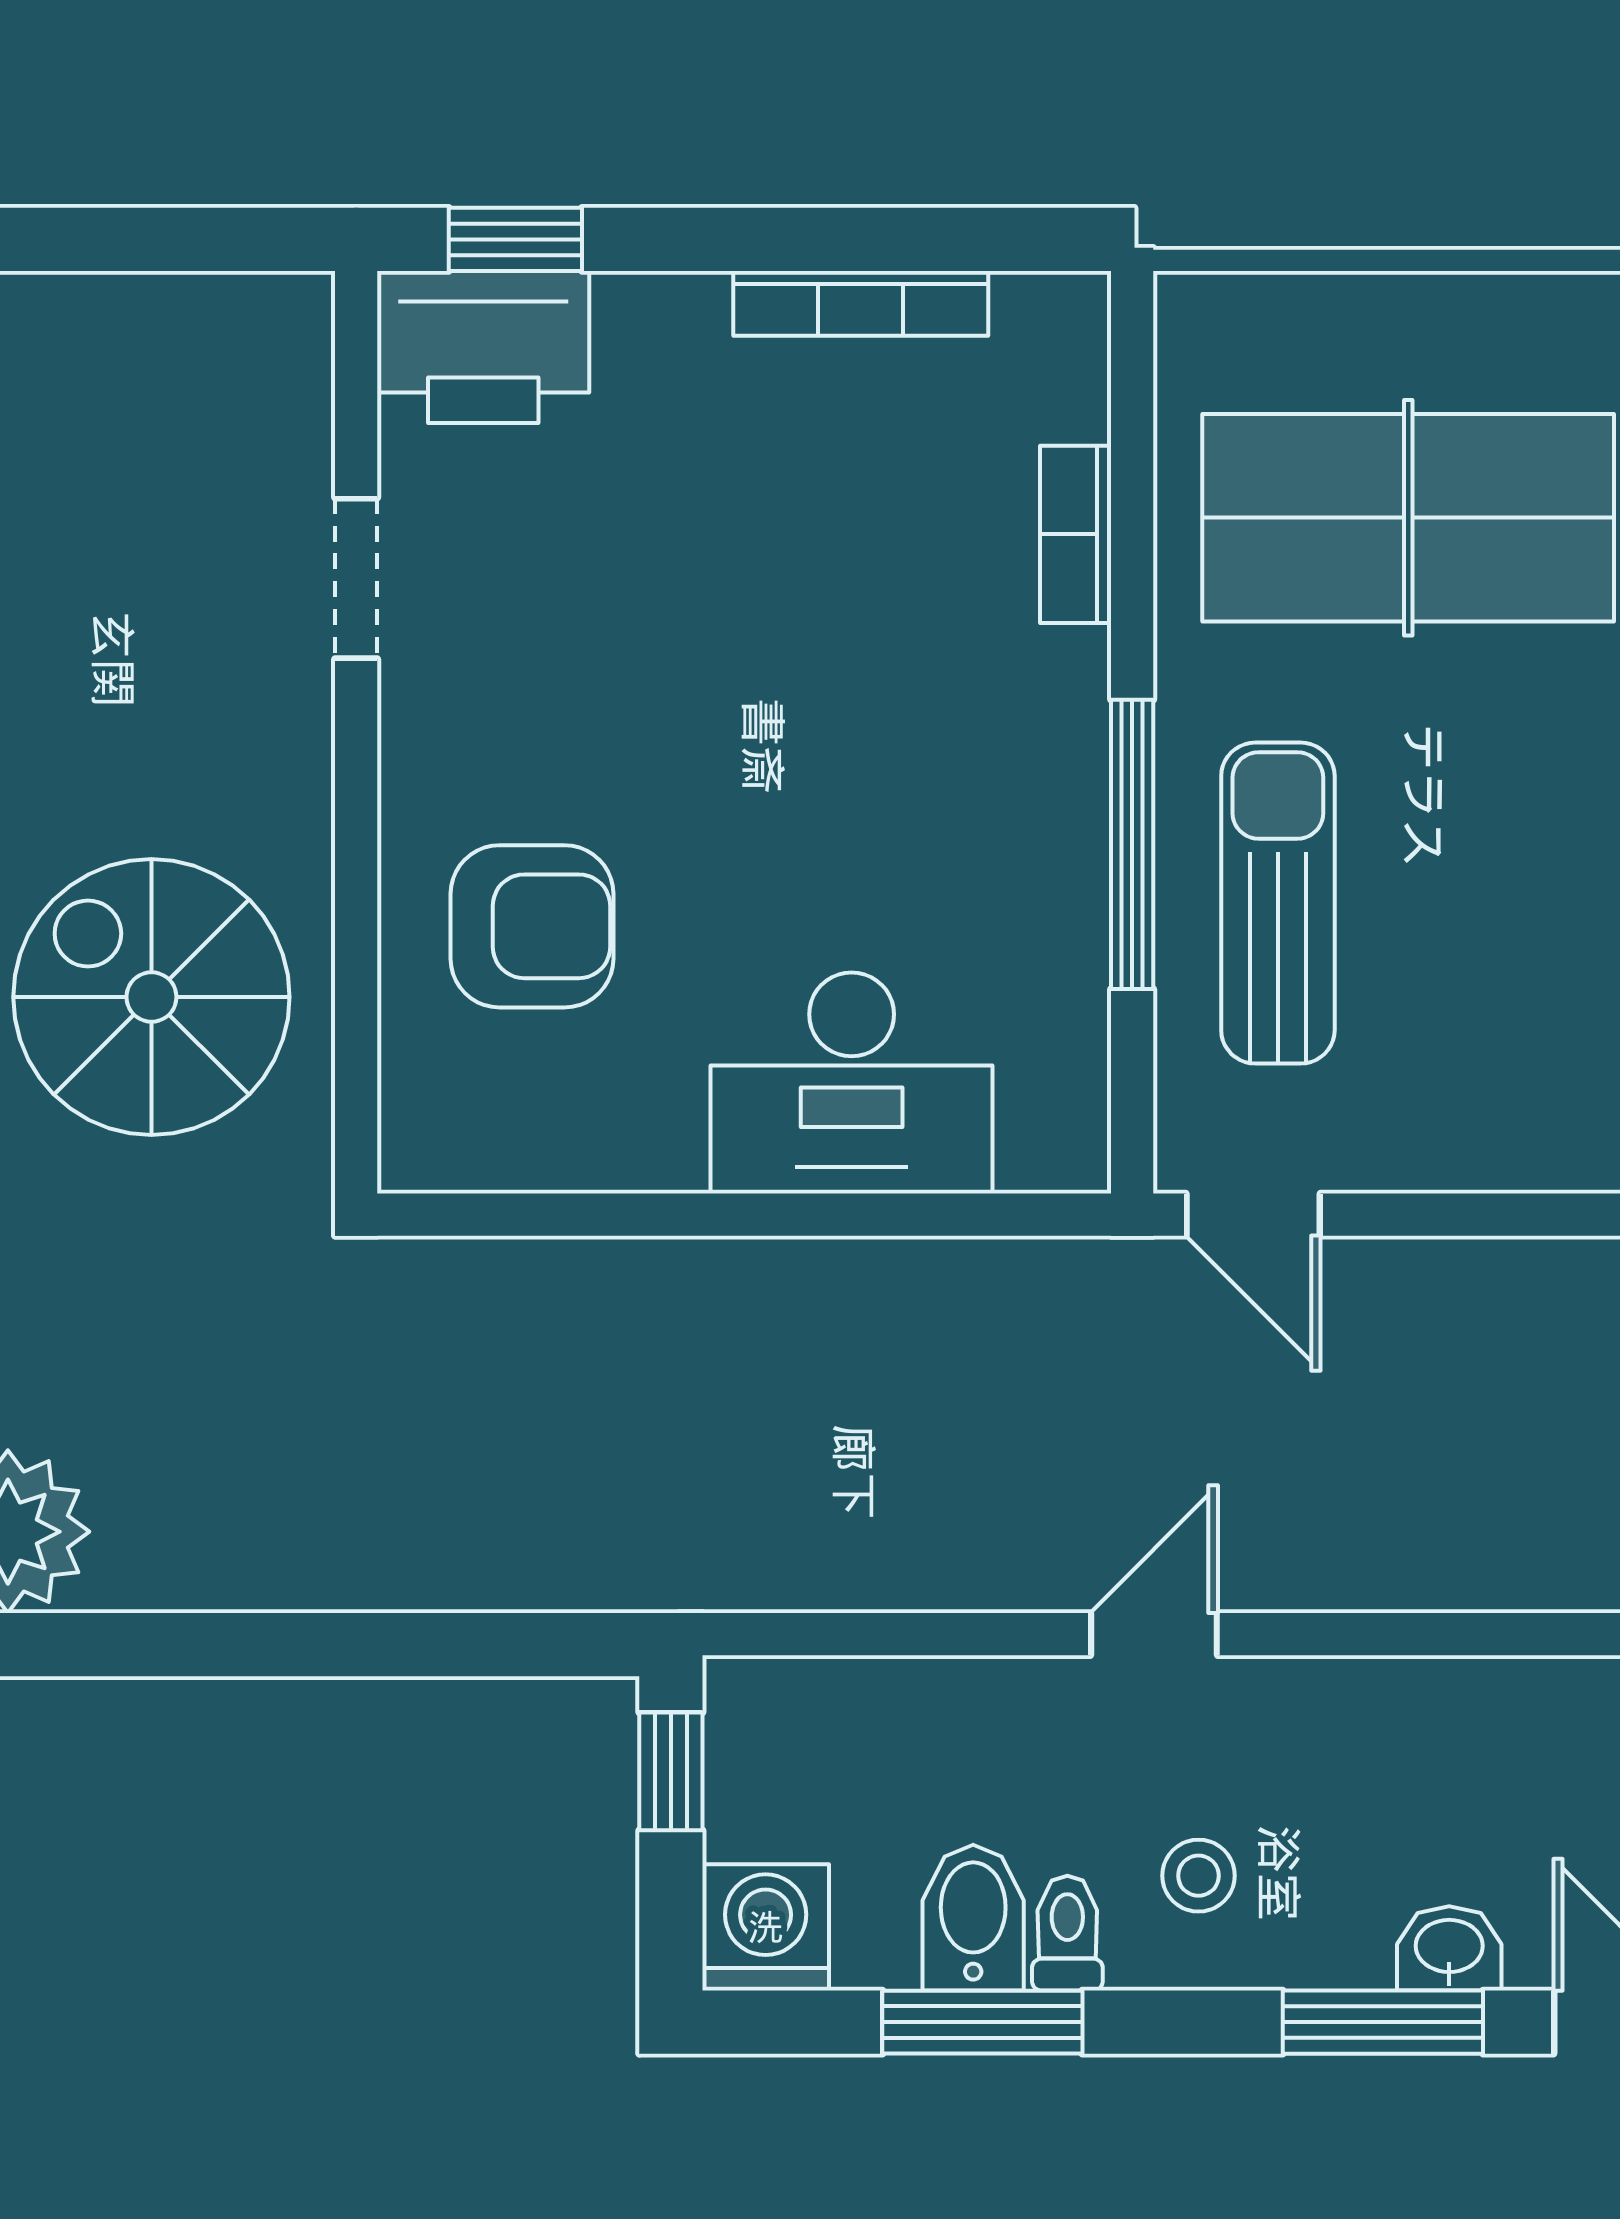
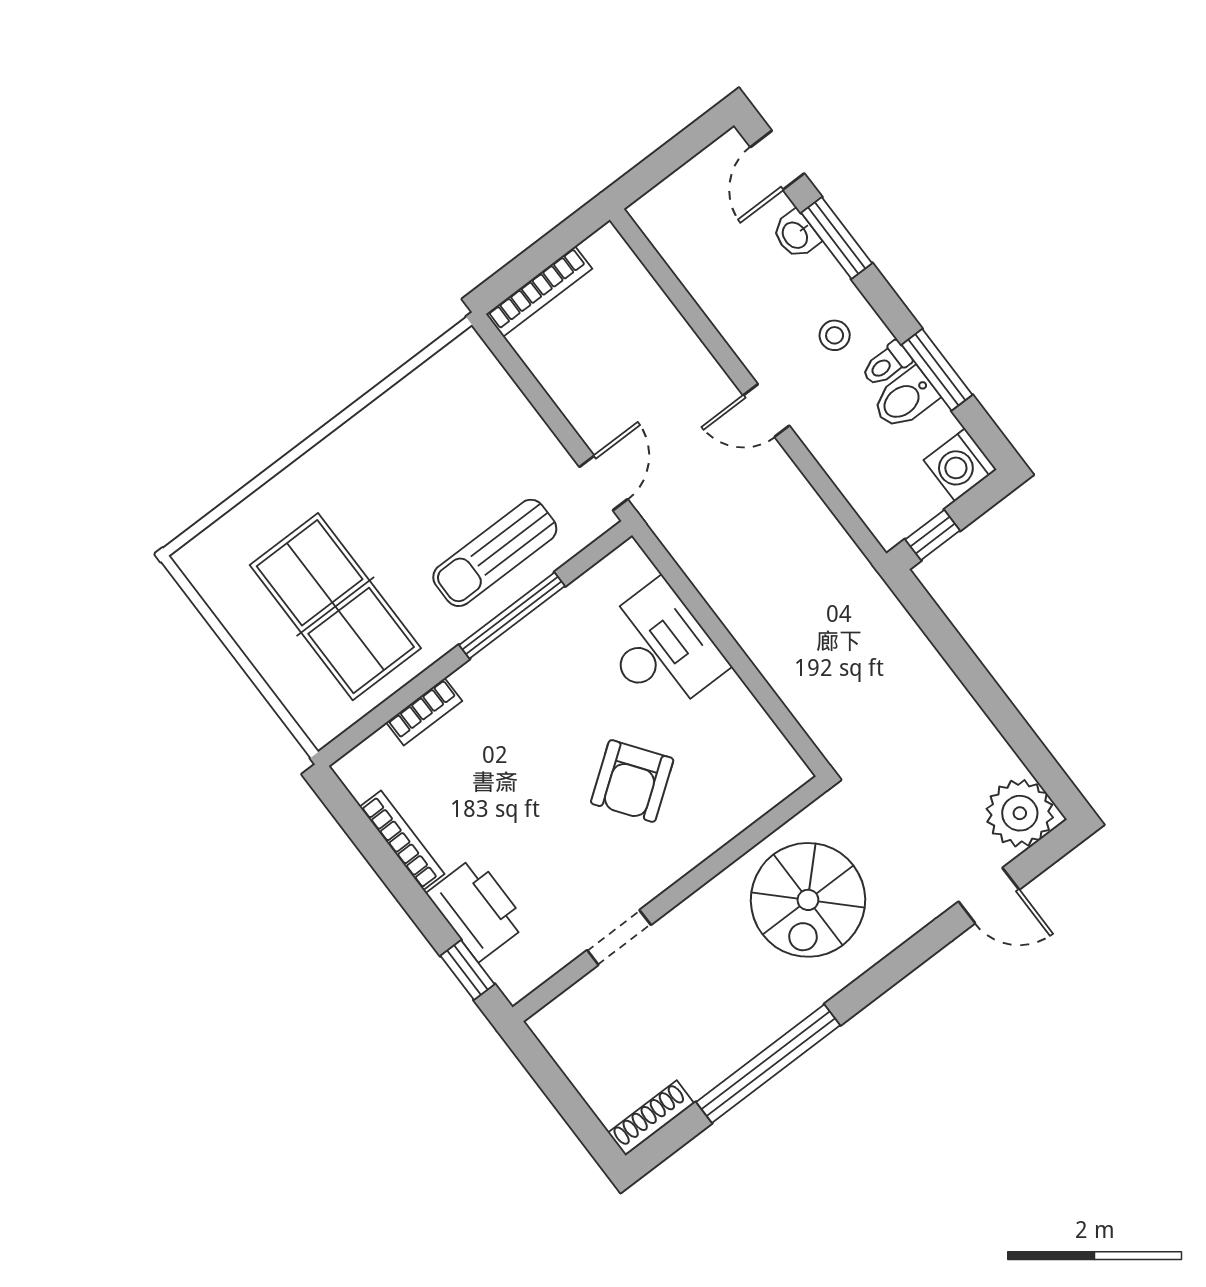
printer: (483, 347) -> (477, 909), moved
armchair: (532, 926) -> (632, 781), moved, turned -126

